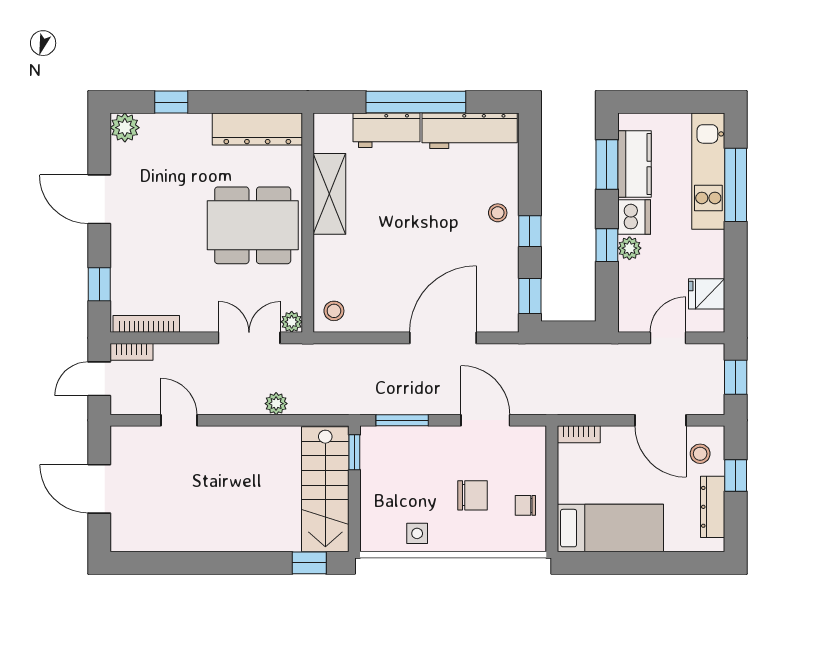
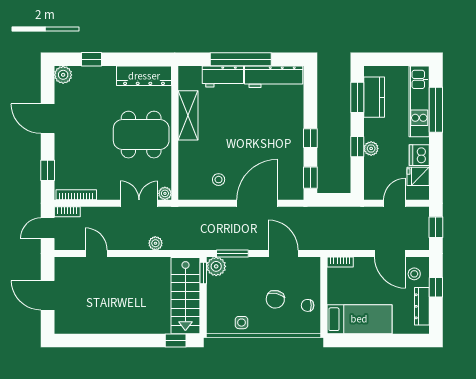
stool: (498, 213) -> (291, 127), removed
dishwasher: (634, 217) -> (419, 155), moved, turned 180
stool: (334, 311) -> (219, 180), moved
plant: (376, 441) -> (216, 266), added
chair: (472, 495) -> (275, 299), turned 103

